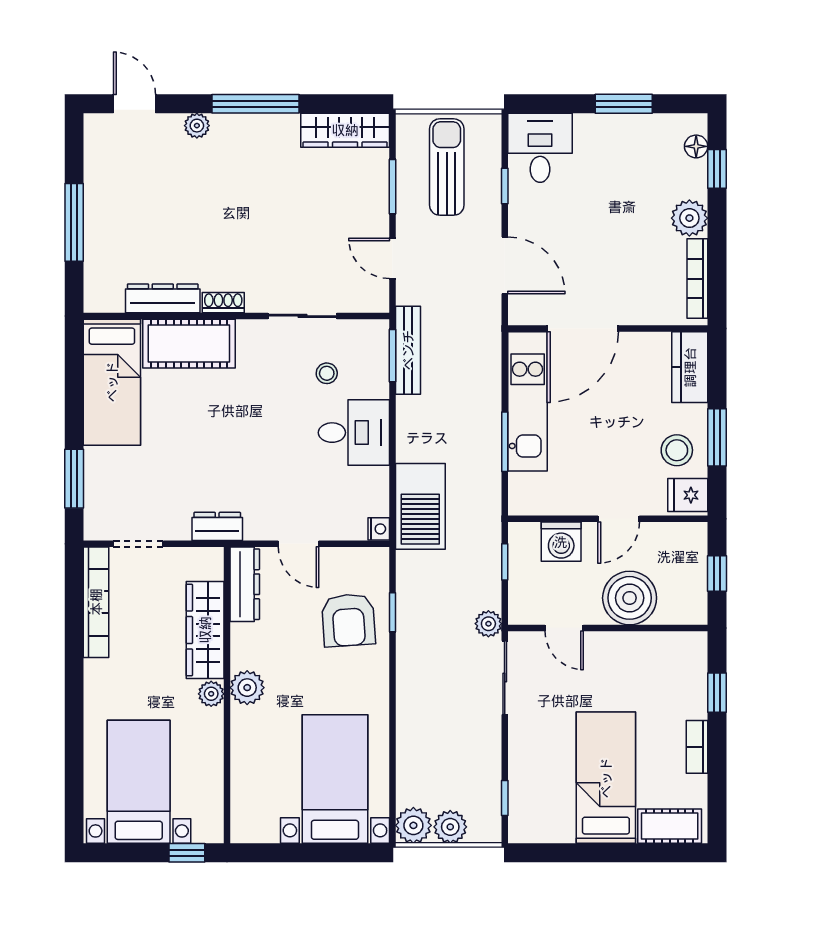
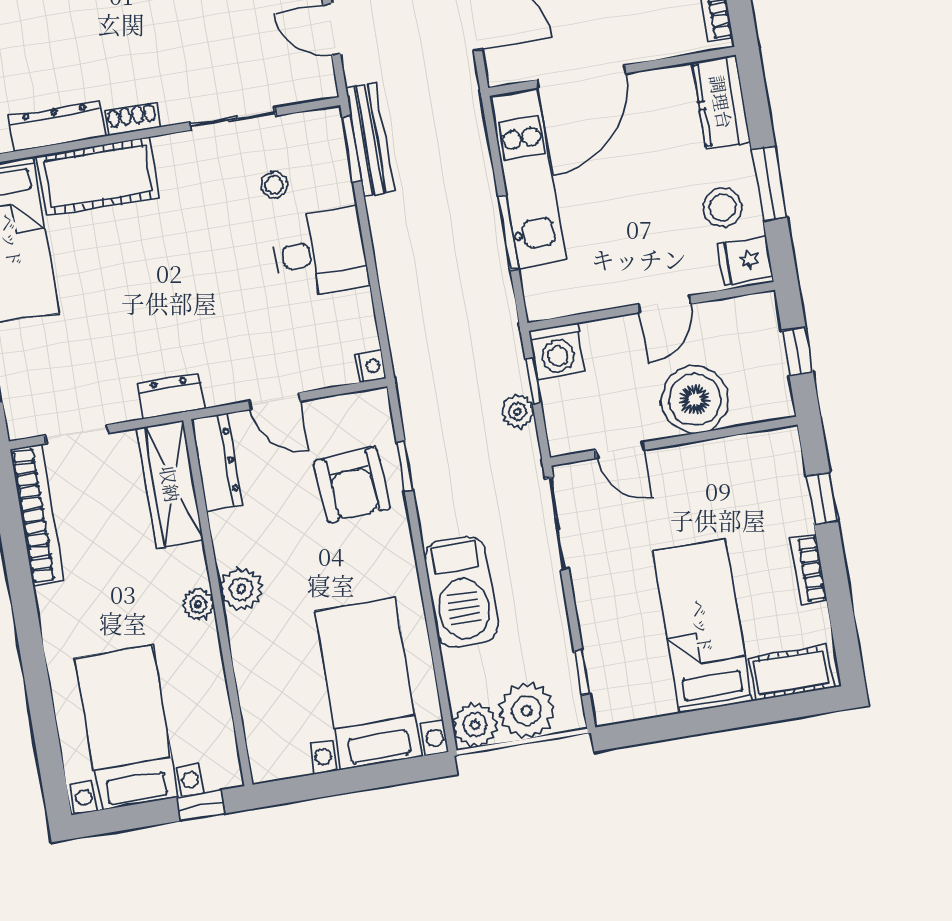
barbecue: (420, 506) -> (461, 591), moved
washing machine: (561, 542) -> (557, 351), moved
plant: (488, 624) -> (518, 412), moved
wardrobe: (205, 630) -> (170, 484), moved
plant: (450, 827) -> (527, 711), width x1.36, depth x1.36

